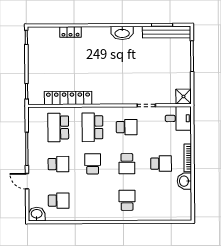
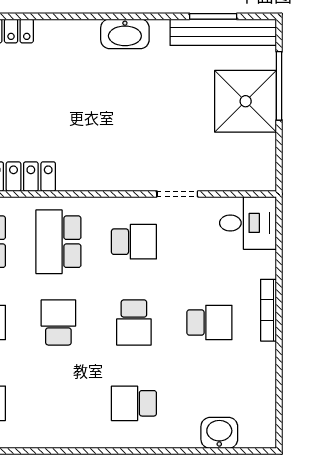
shower: (183, 97) -> (246, 101), moved, width x1.86, depth x1.86
washbasin: (184, 181) -> (219, 433), moved, turned 90
school desk: (127, 200) -> (134, 403), turned -90

